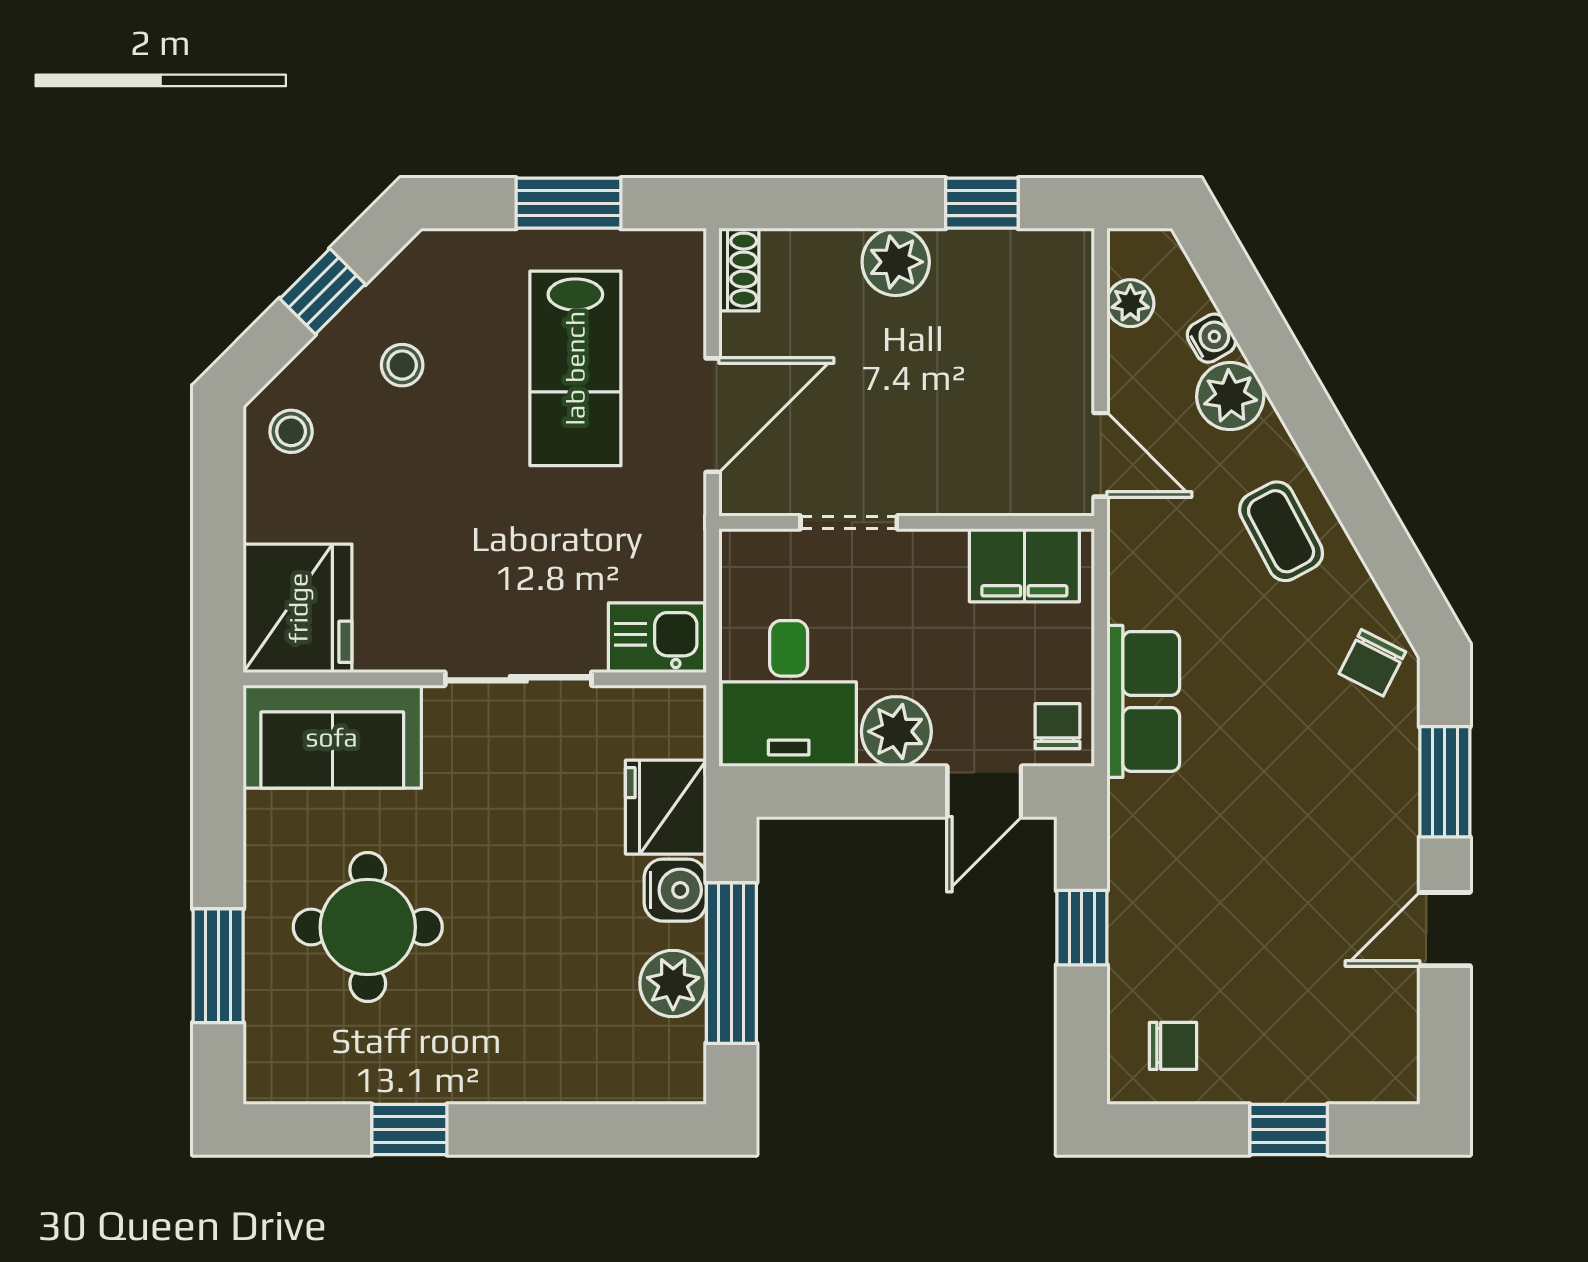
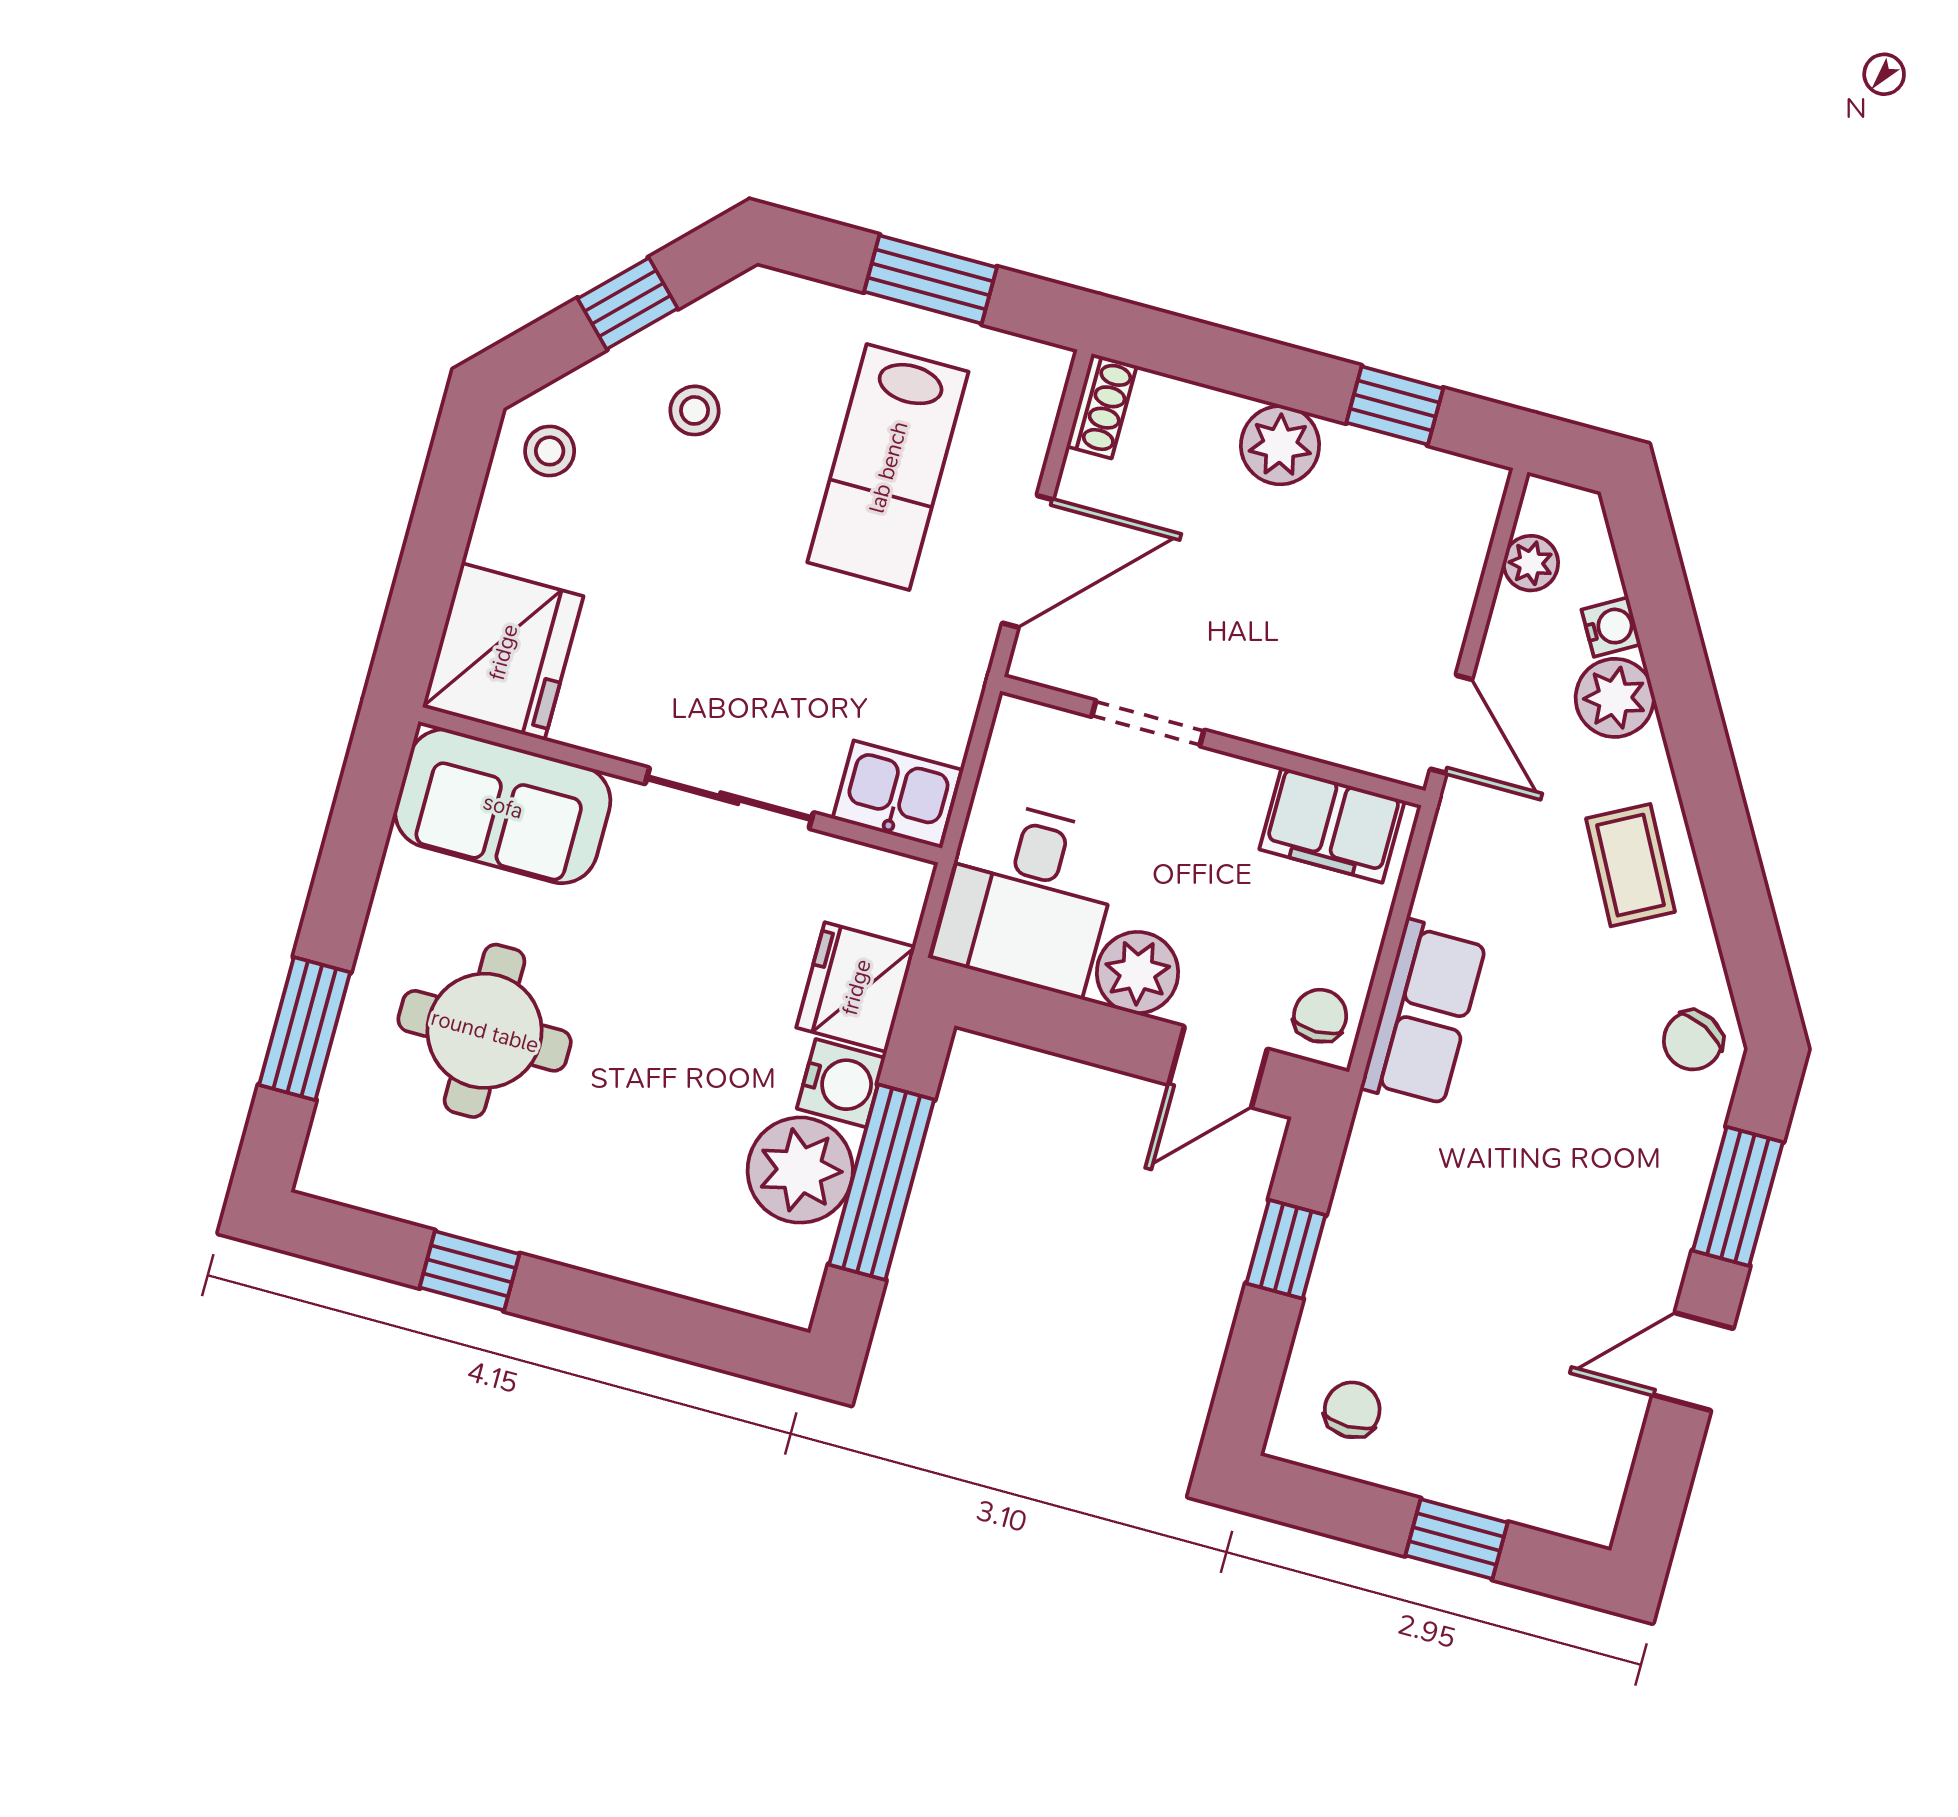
plant: (673, 983) -> (800, 1170), width x1.36, depth x1.36
chair: (1173, 1046) -> (1352, 1410), turned -90

